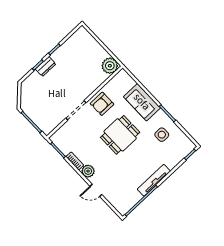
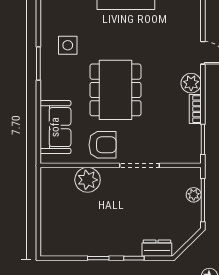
dresser: (46, 66) -> (157, 248), moved
plant: (110, 66) -> (88, 180), moved
sofa: (142, 102) -> (55, 127), moved
plant: (38, 121) -> (194, 195), added
dining table: (120, 135) -> (115, 90), width x1.38

